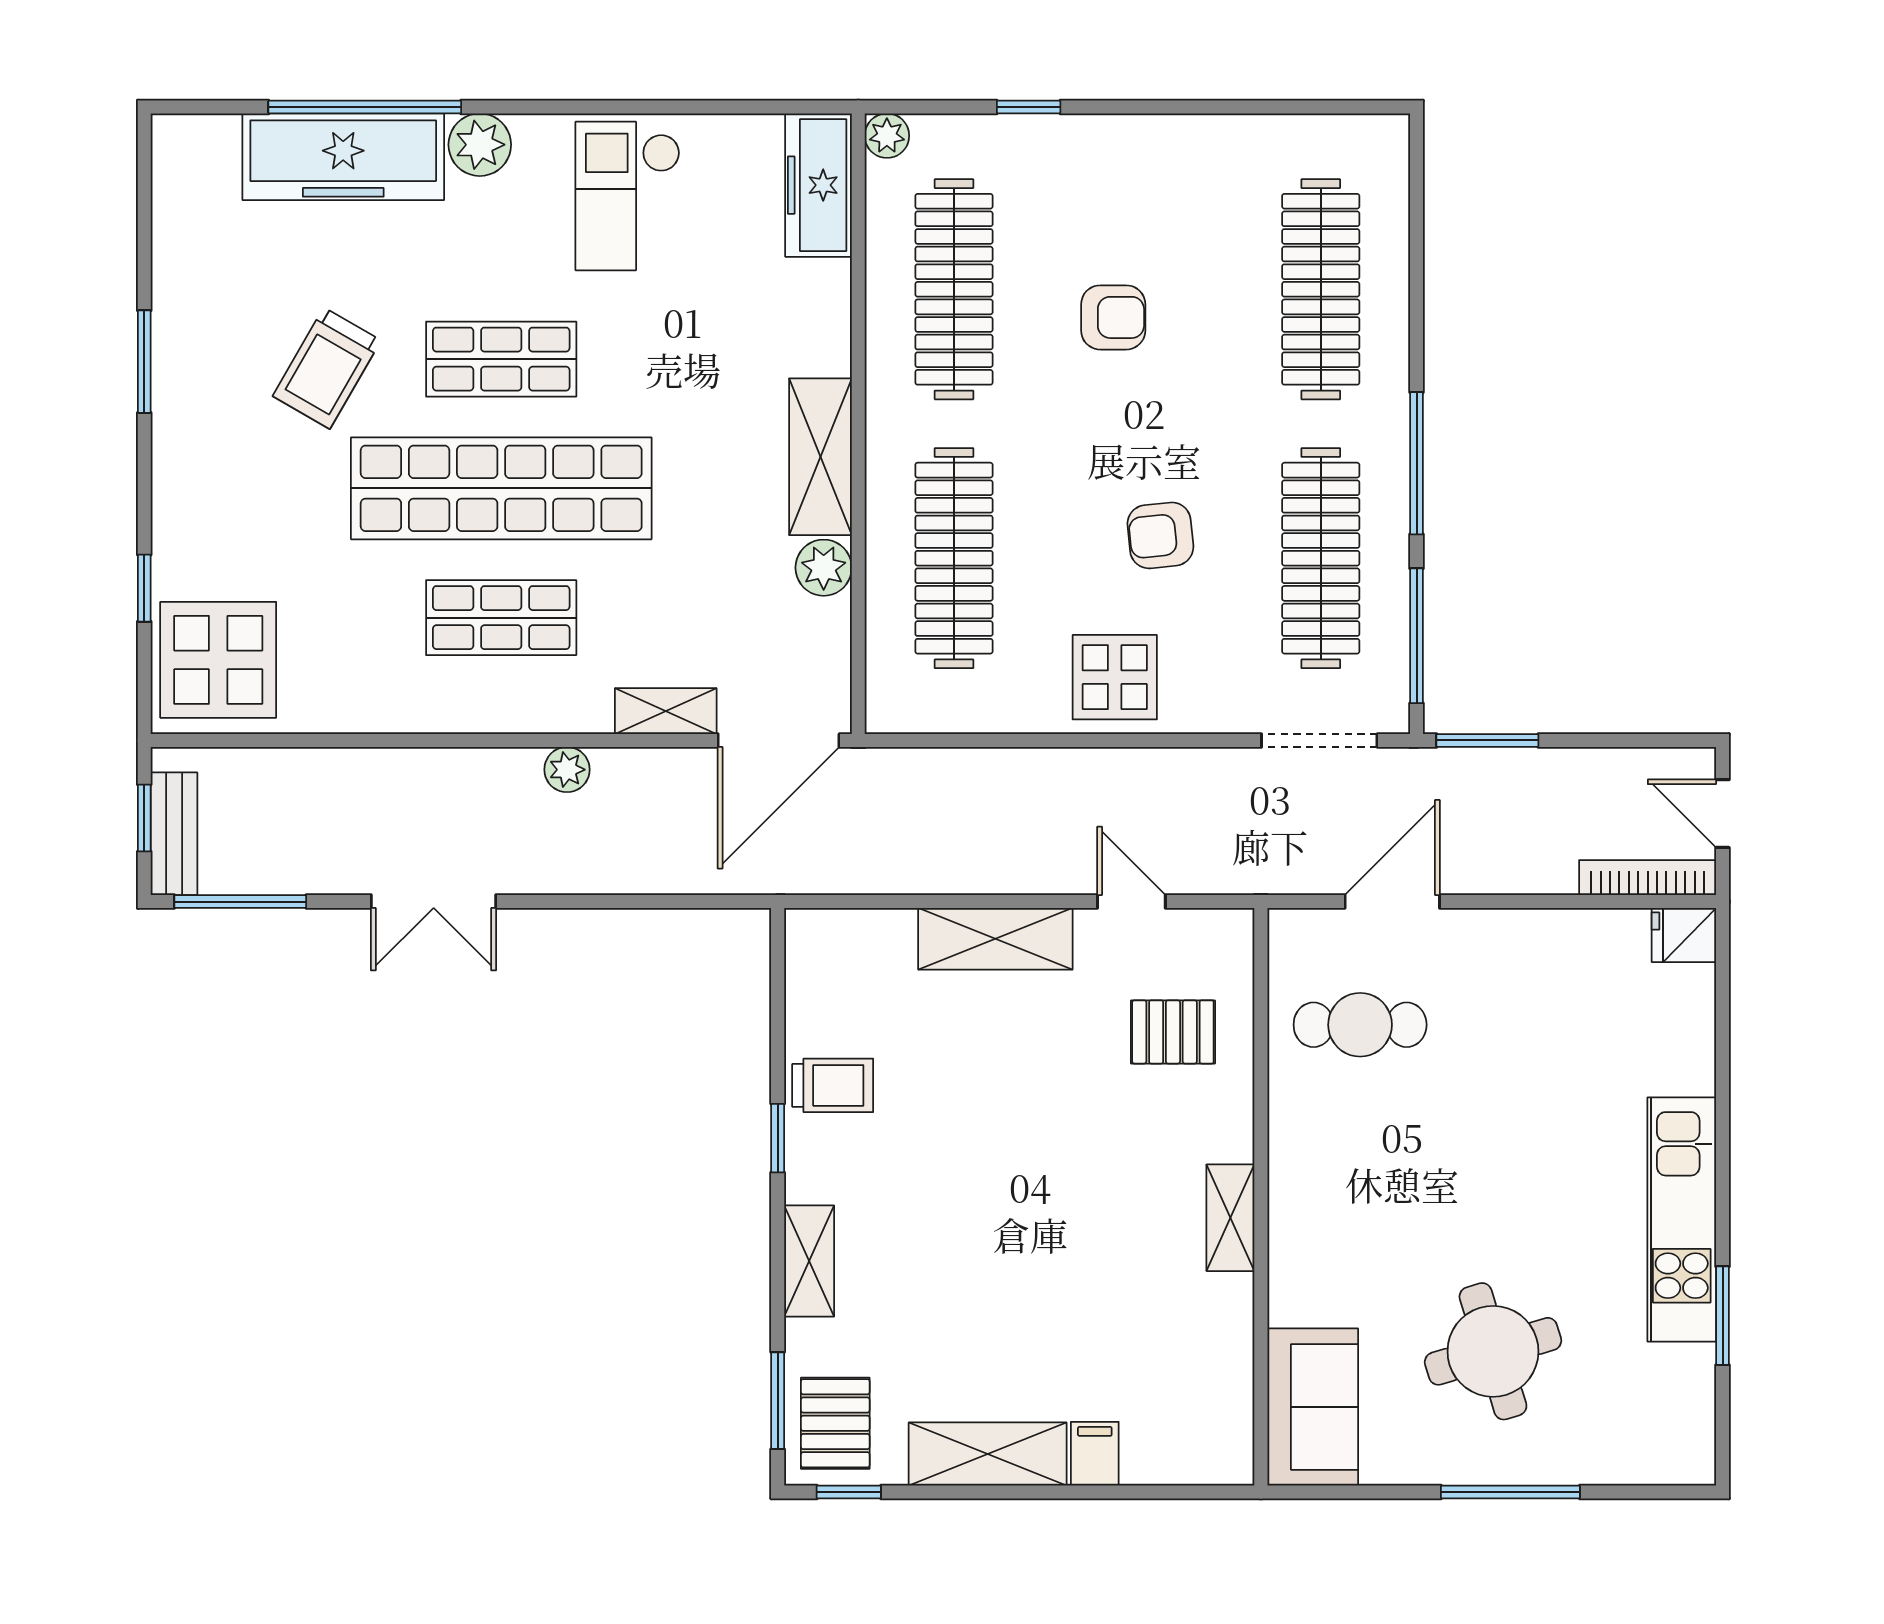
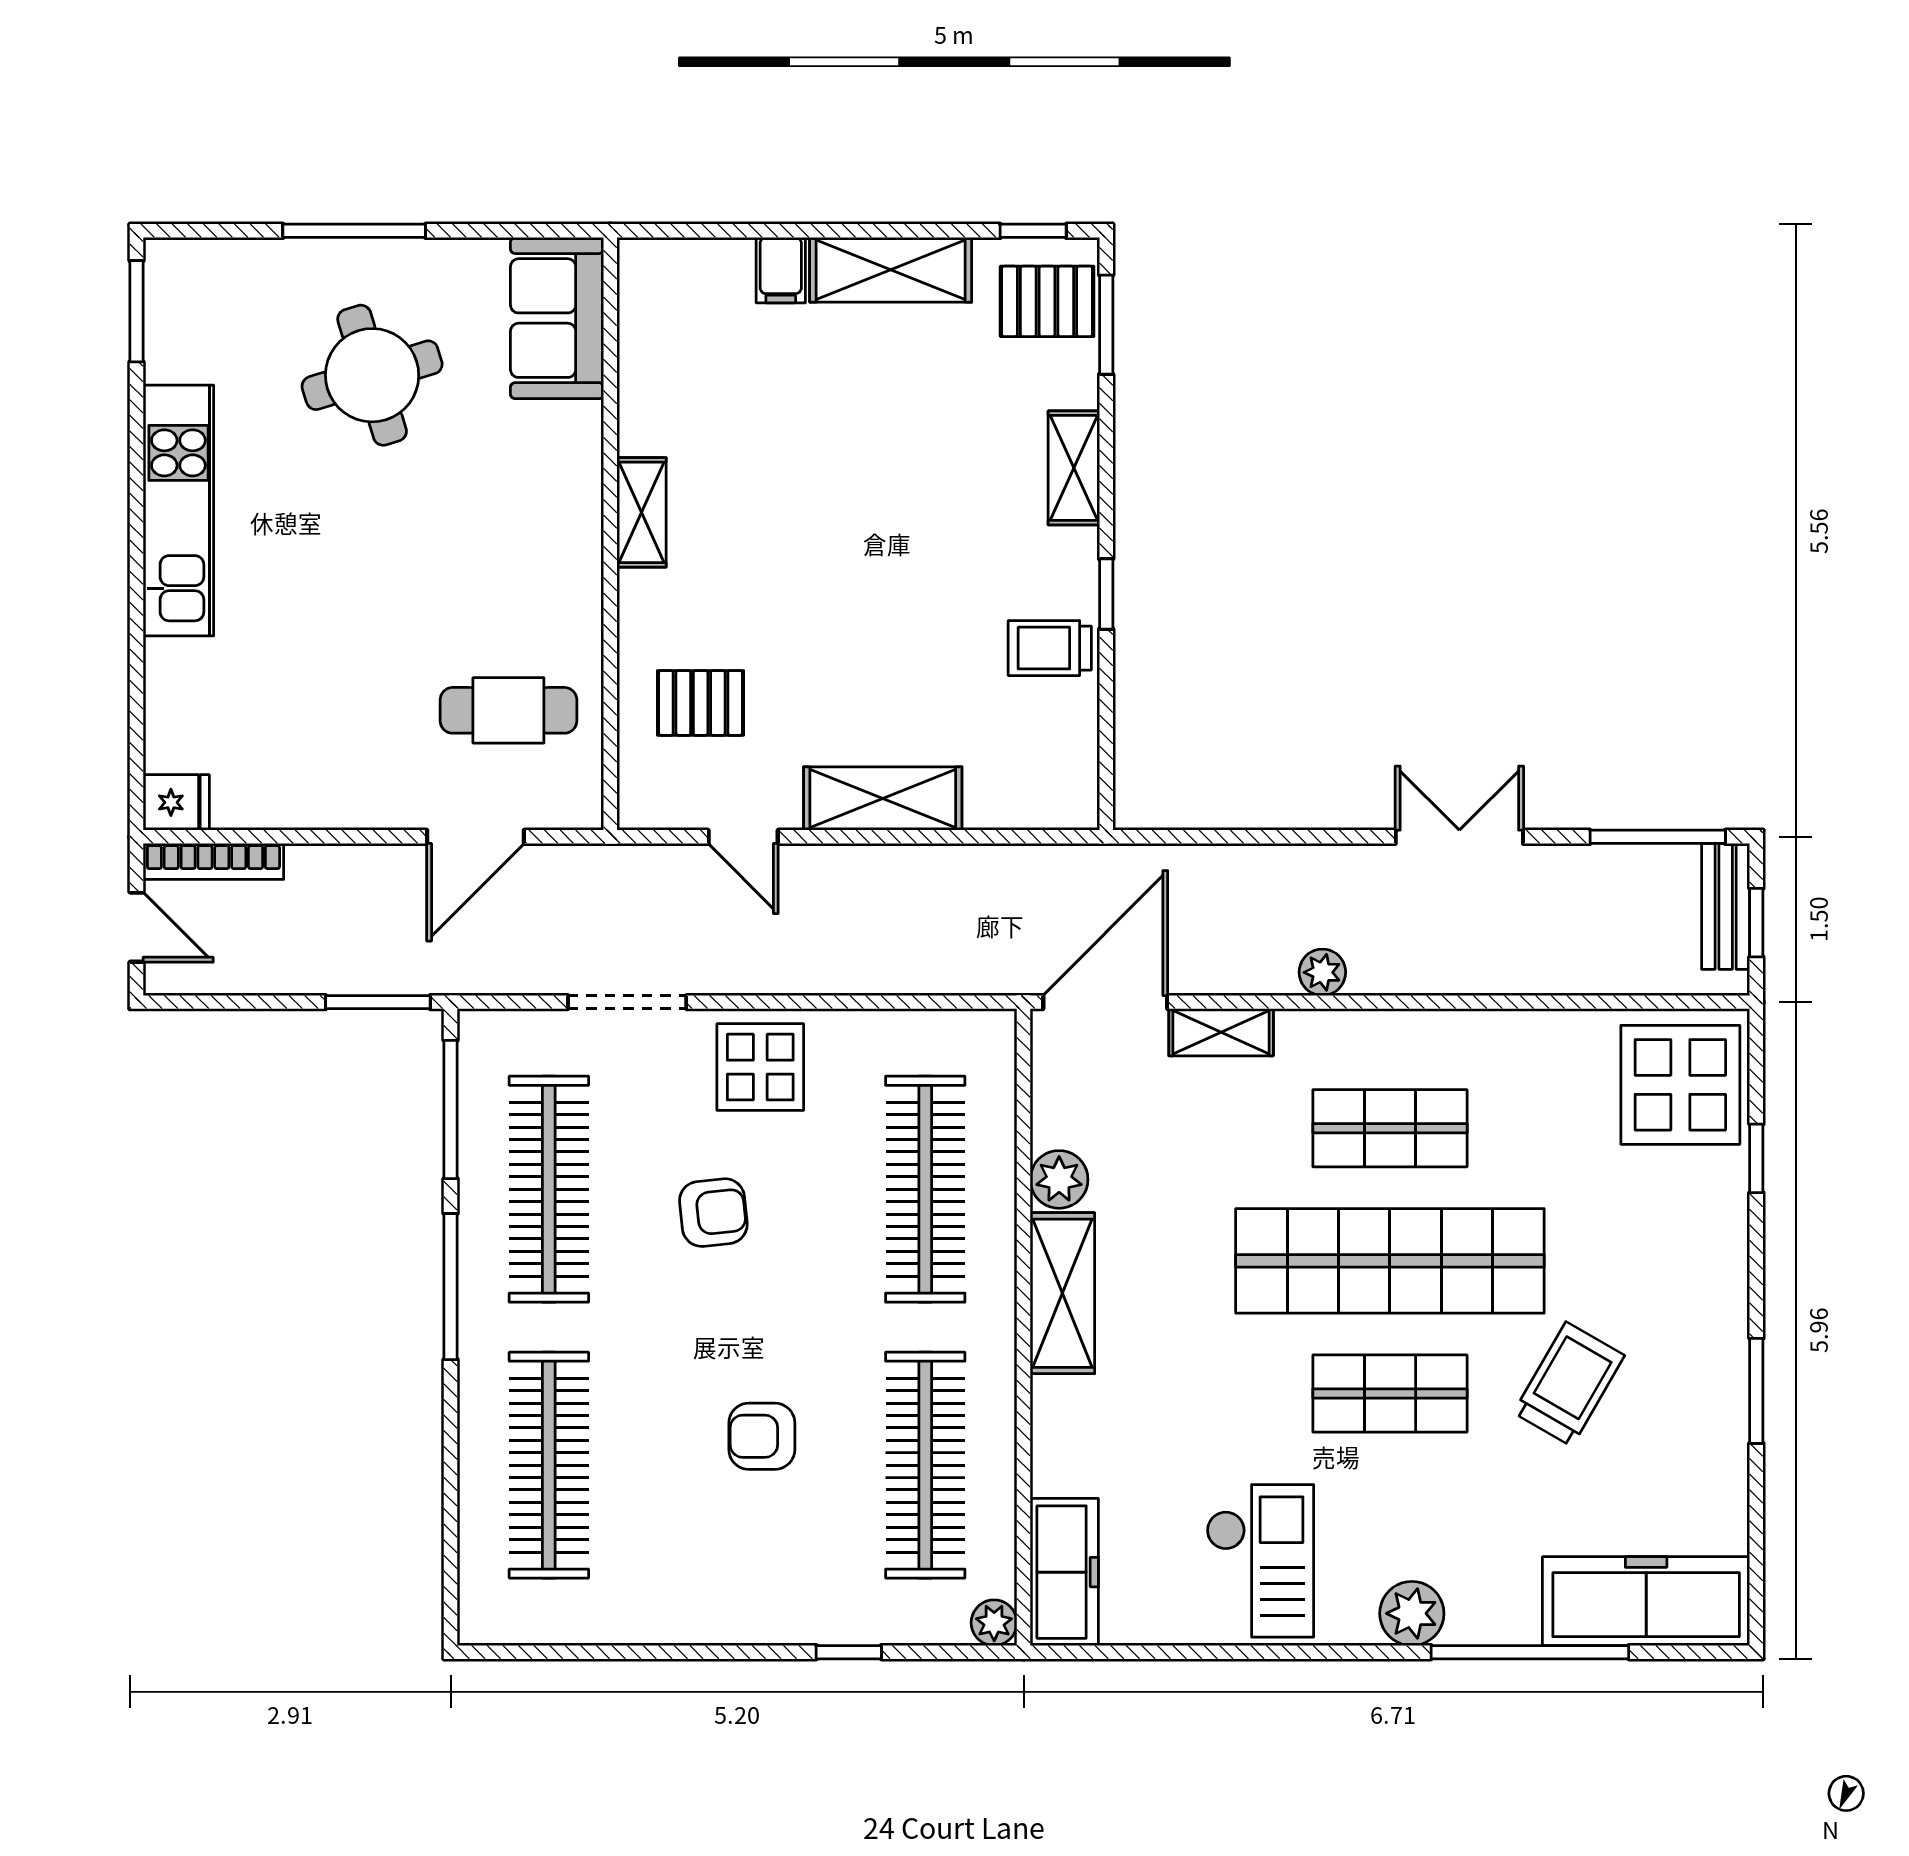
freezer: (343, 157) -> (1646, 1601), moved
doorway: (1319, 740) -> (627, 1002), moved
window: (1723, 1316) -> (137, 311), moved
pallet: (835, 1423) -> (1047, 301), turned 90

